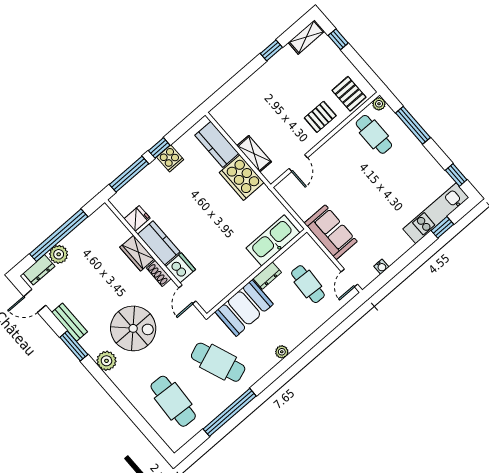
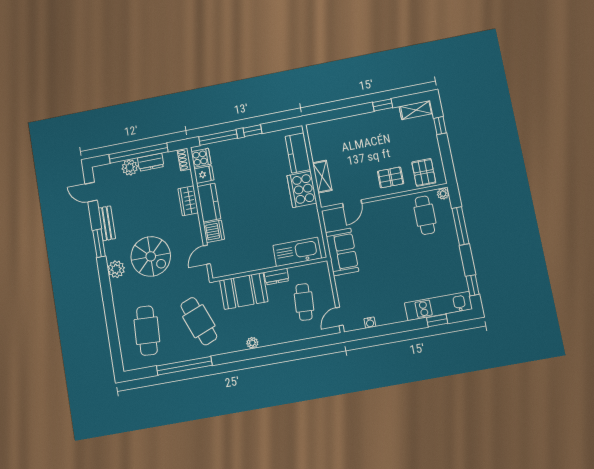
cooker: (170, 158) -> (201, 158), moved, turned -90
sofa: (331, 232) -> (342, 252), moved
dresser: (39, 270) -> (151, 162), moved
shoe rack: (159, 273) -> (184, 160), moved

